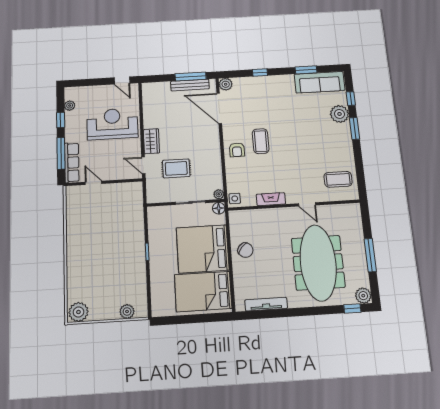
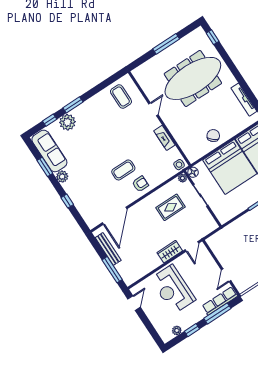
window: (191, 77) -> (112, 270), moved
plant: (226, 84) -> (62, 177), moved
rug: (176, 168) -> (171, 207), moved, turned 90
plant: (363, 296) -> (199, 34), removed

